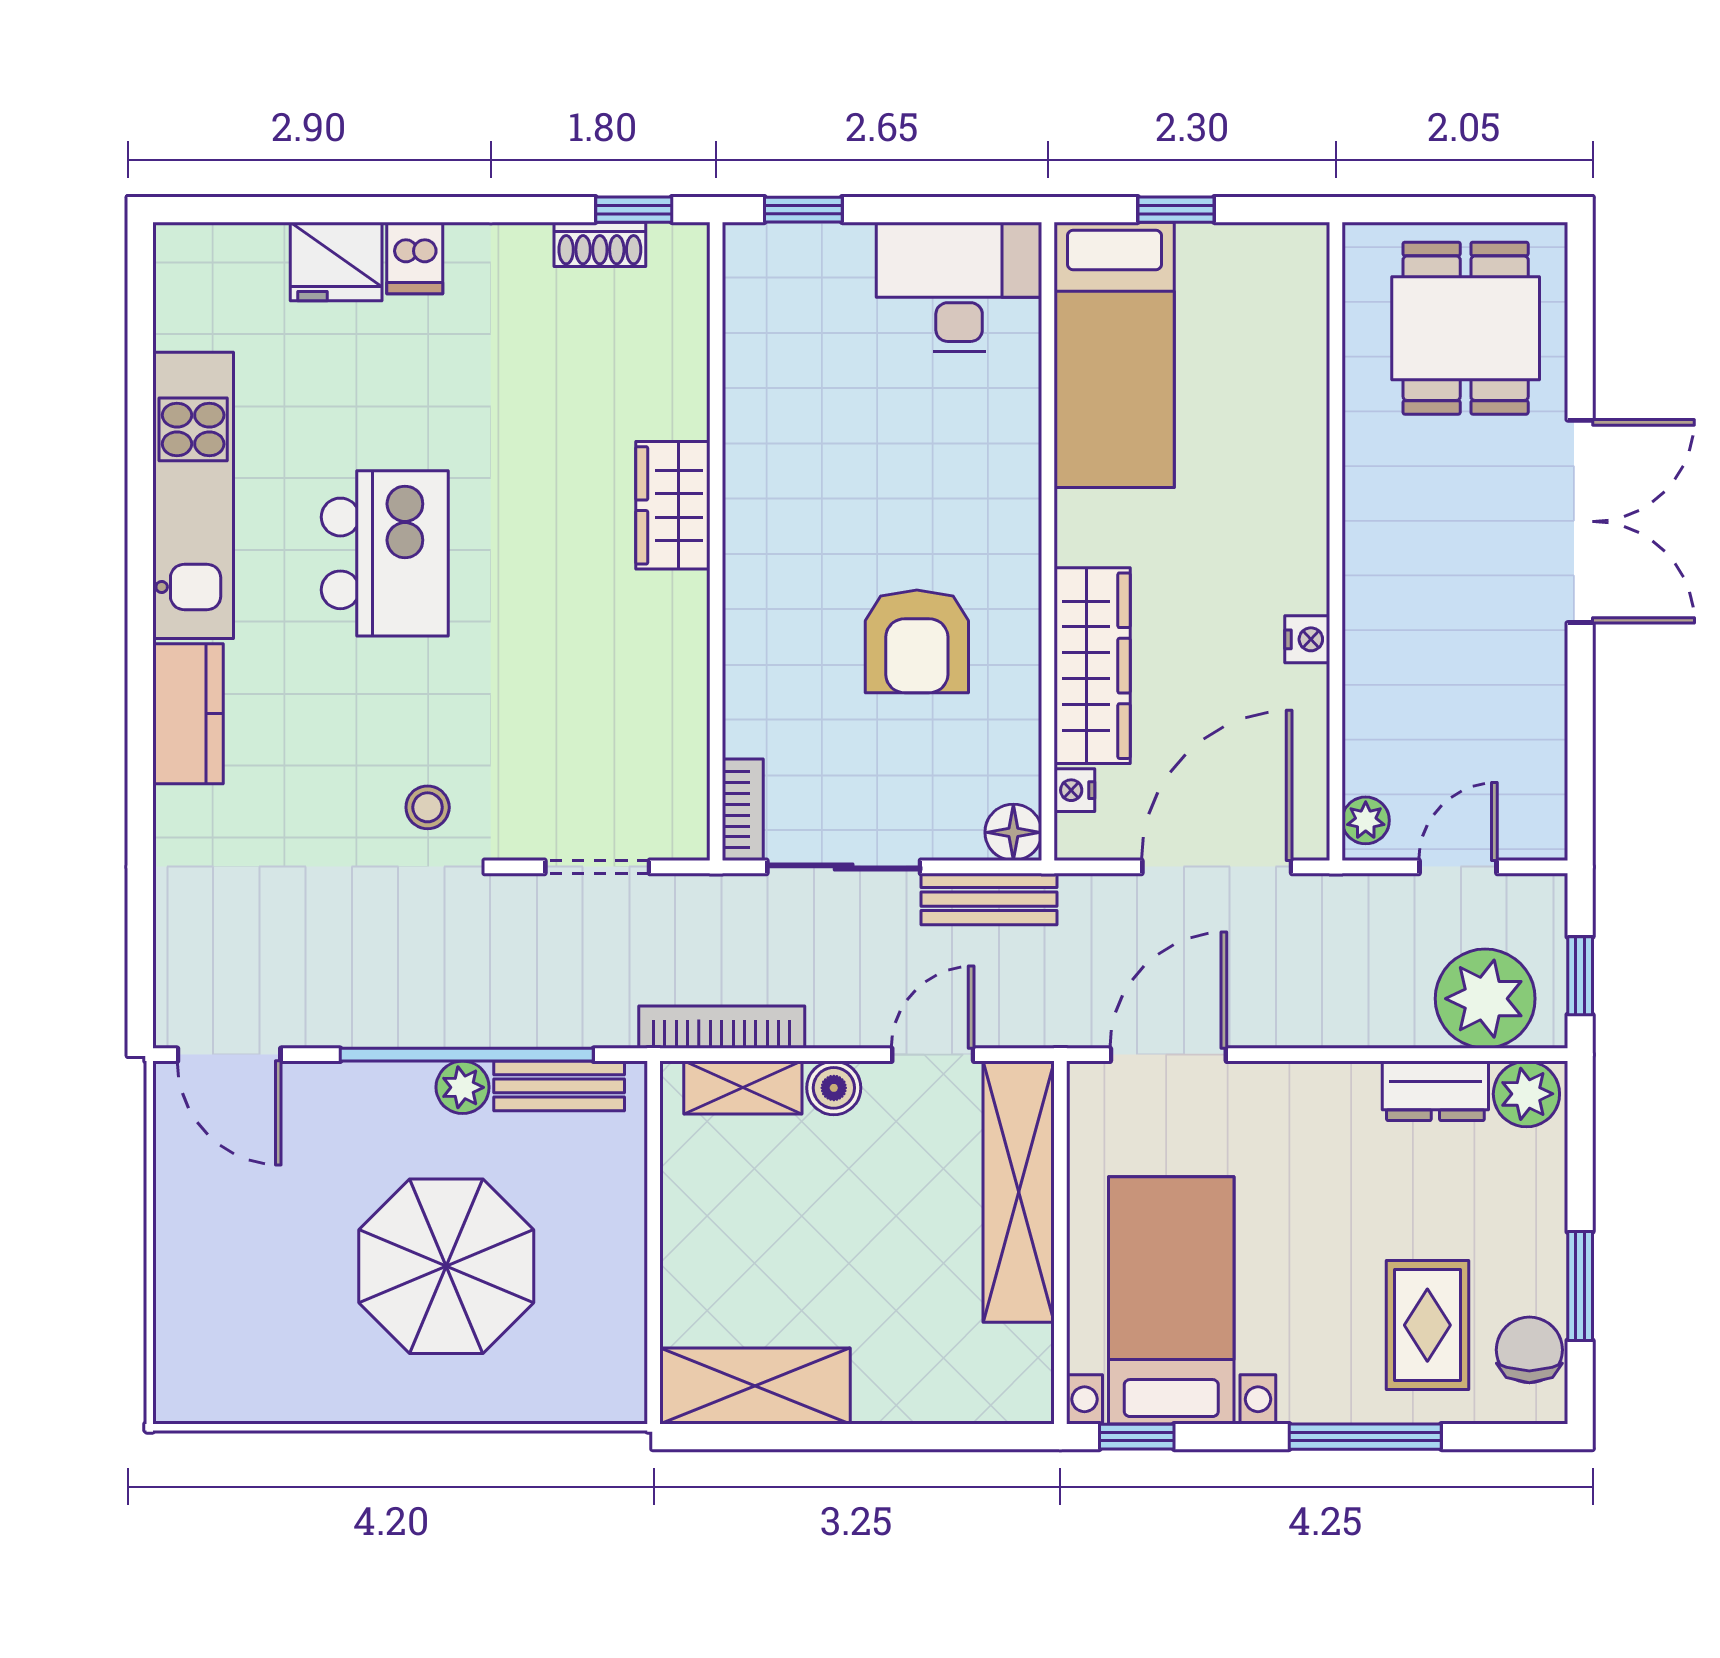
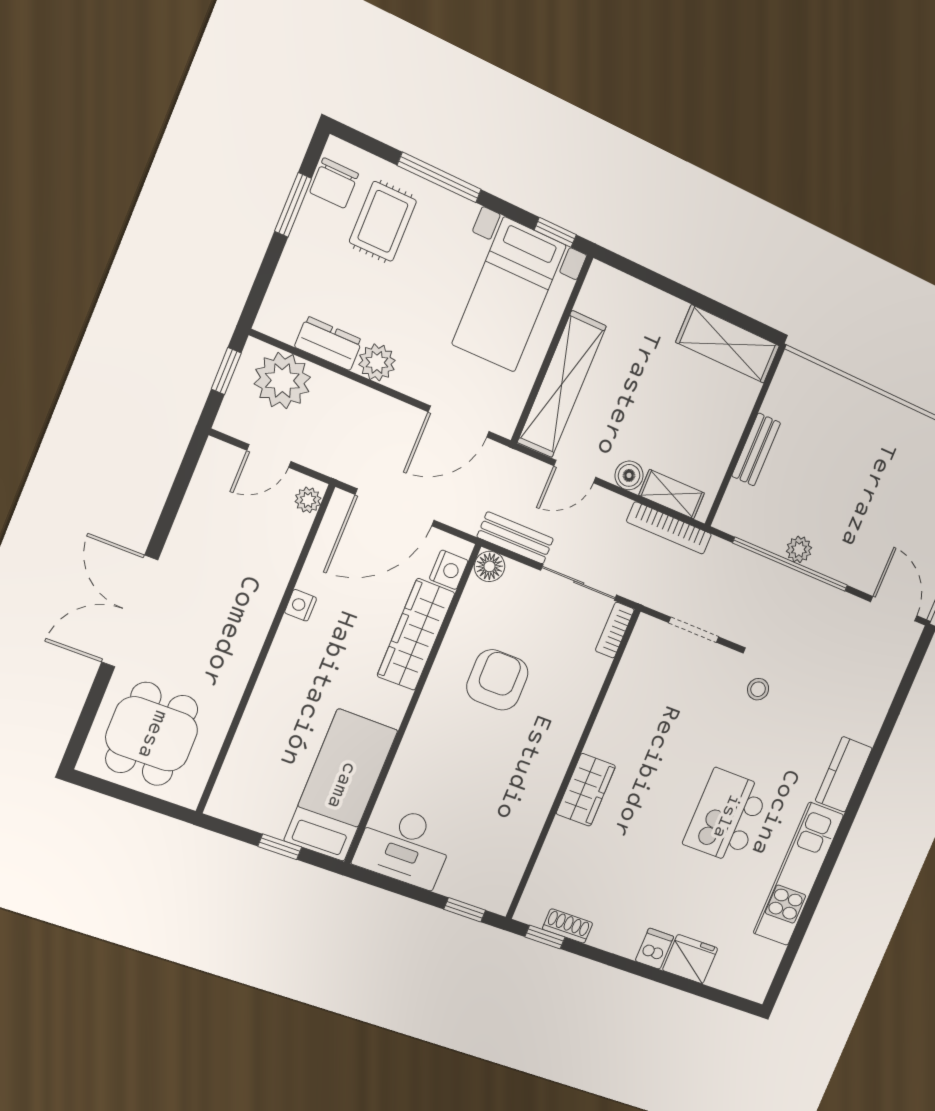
nightstand: (1074, 790) -> (449, 570), width x1.39, depth x1.35
bench: (559, 1086) -> (756, 449), moved, turned 90
plant: (1526, 1094) -> (377, 362), moved
parasol: (446, 1266) -> (843, 467), removed

